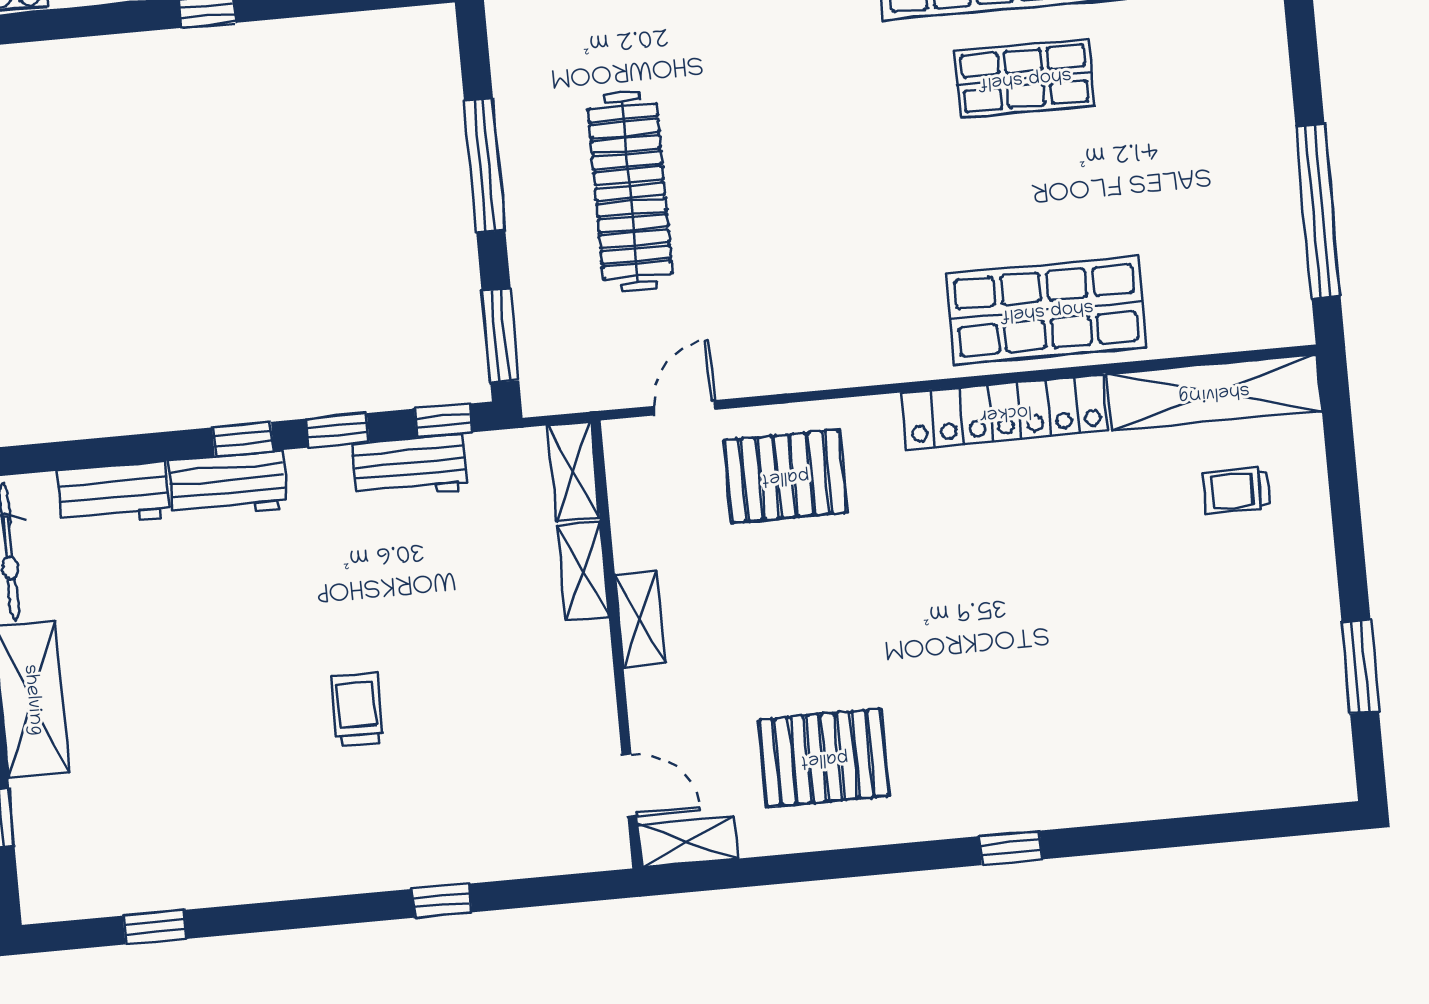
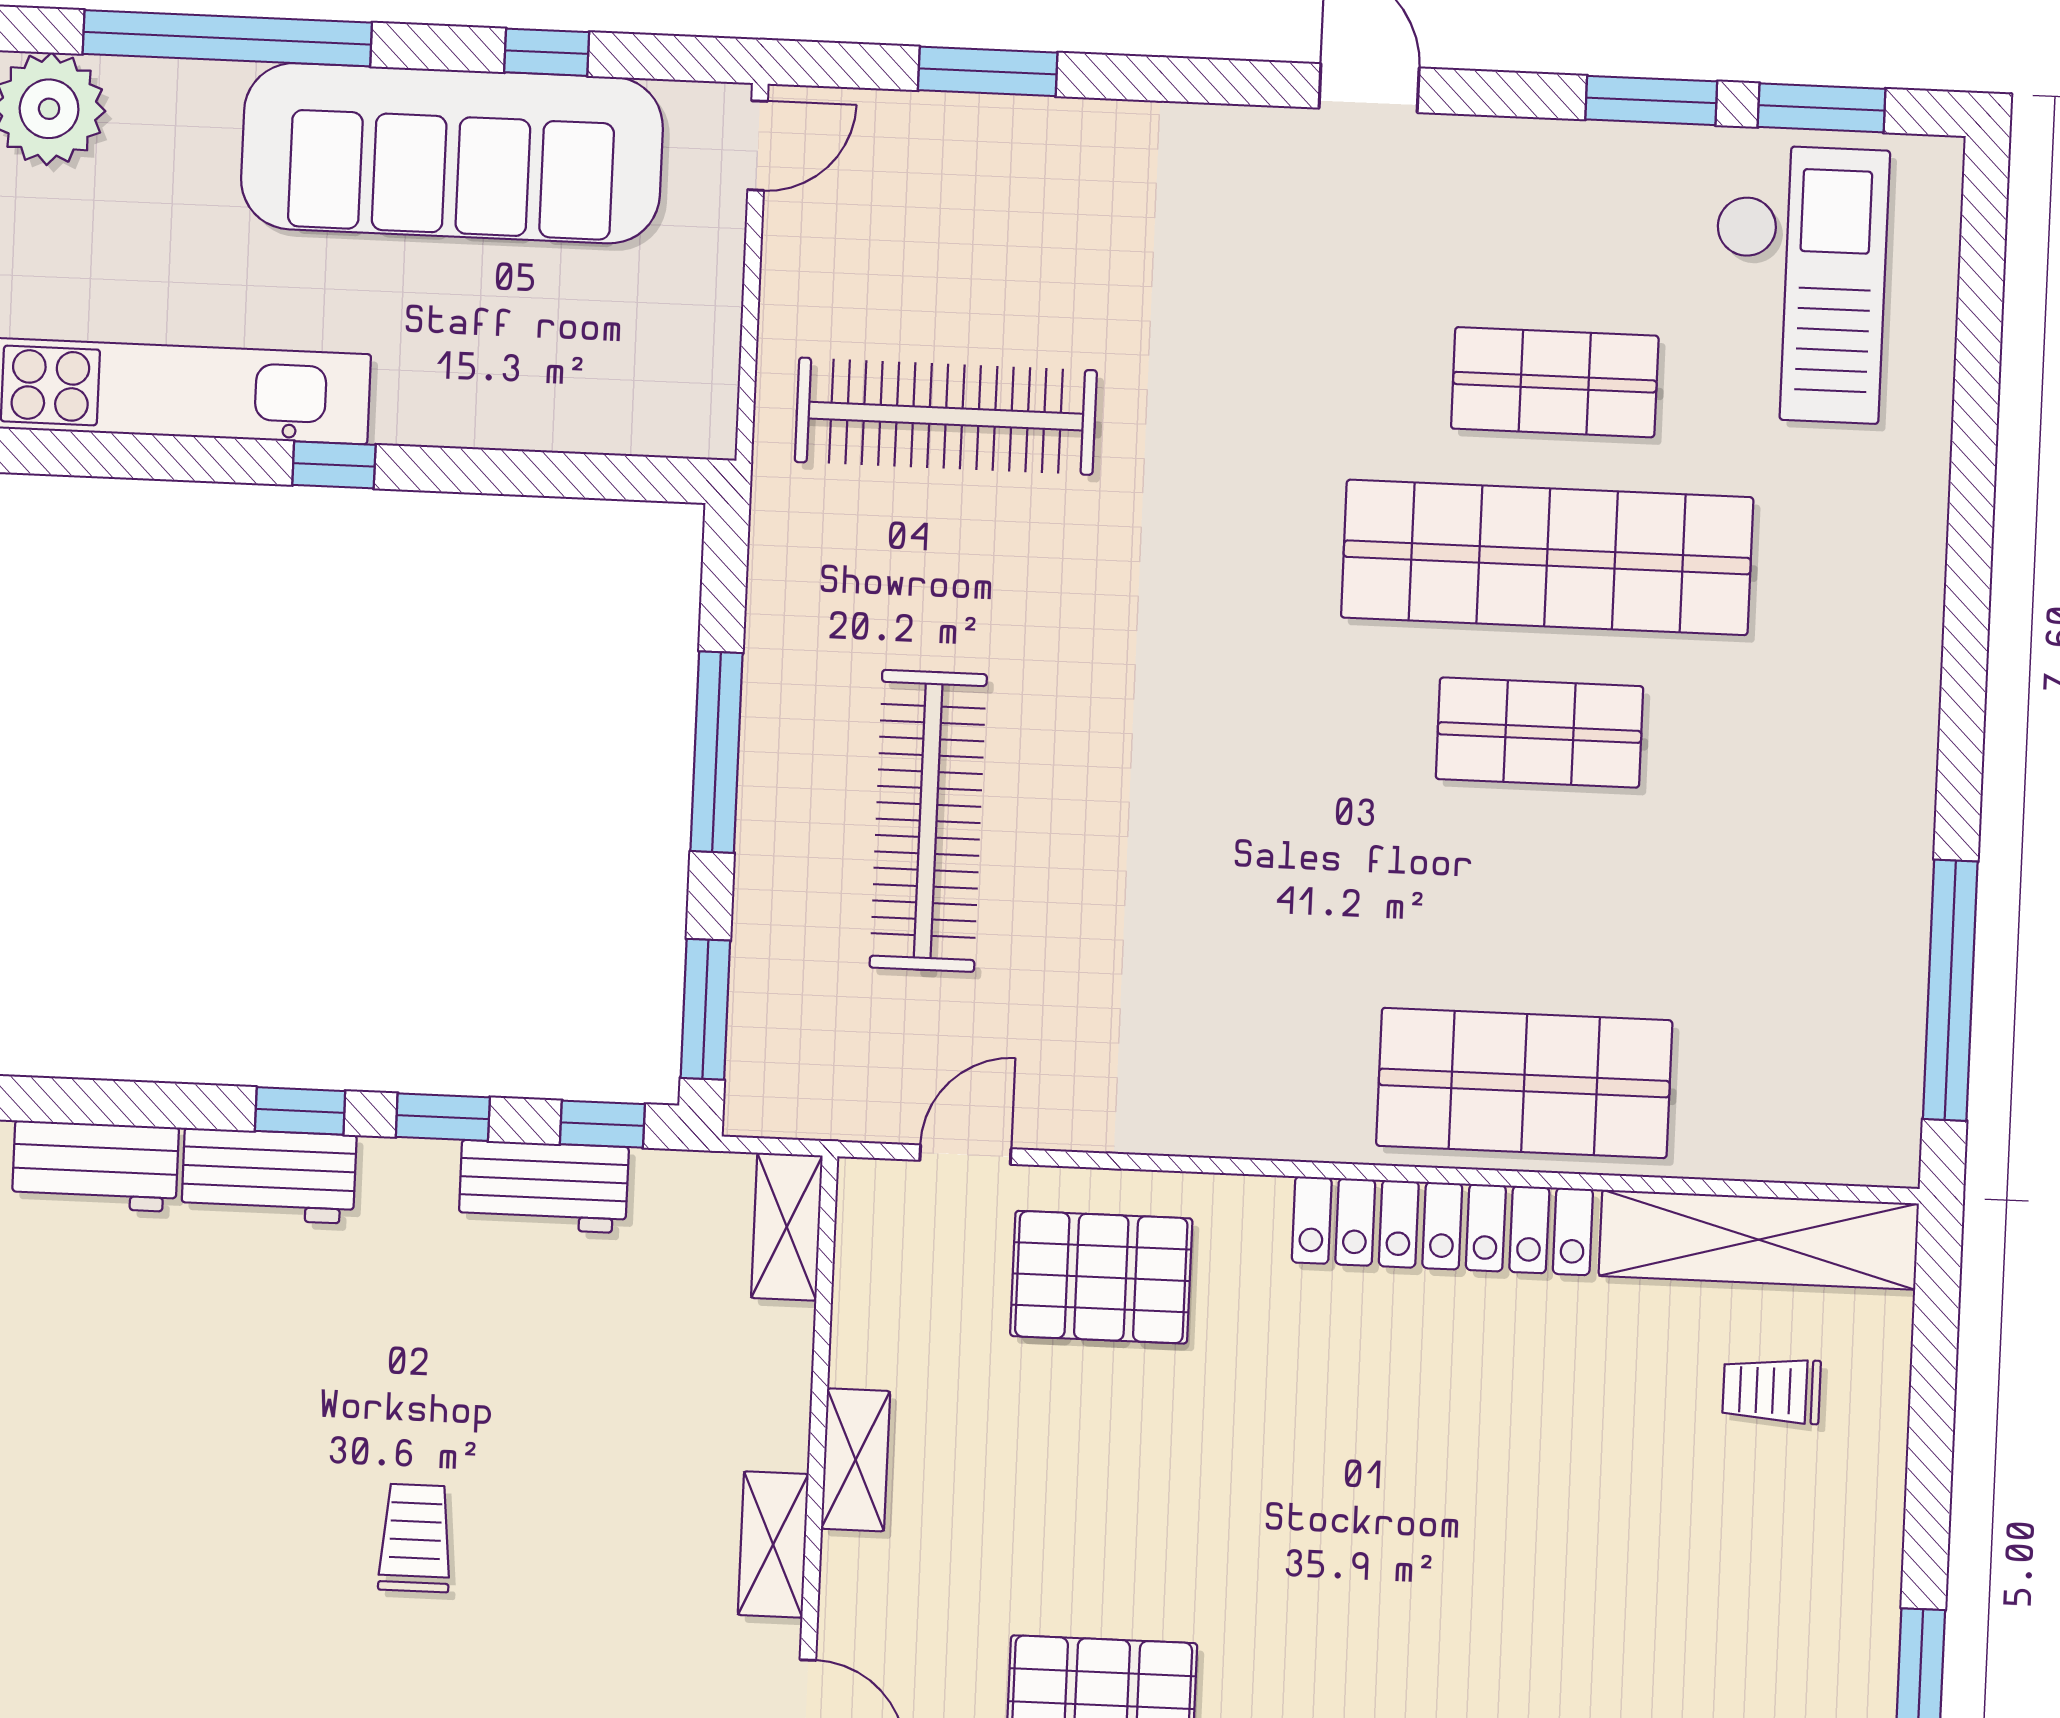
shelving: (583, 571) -> (773, 1545), moved

